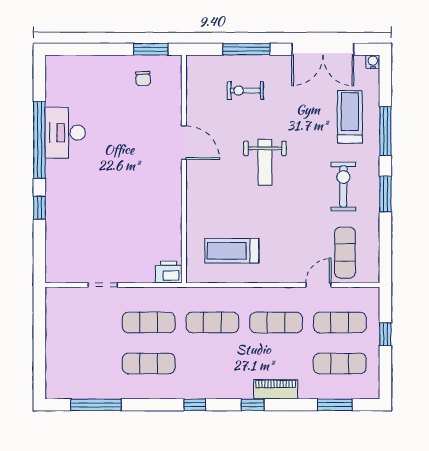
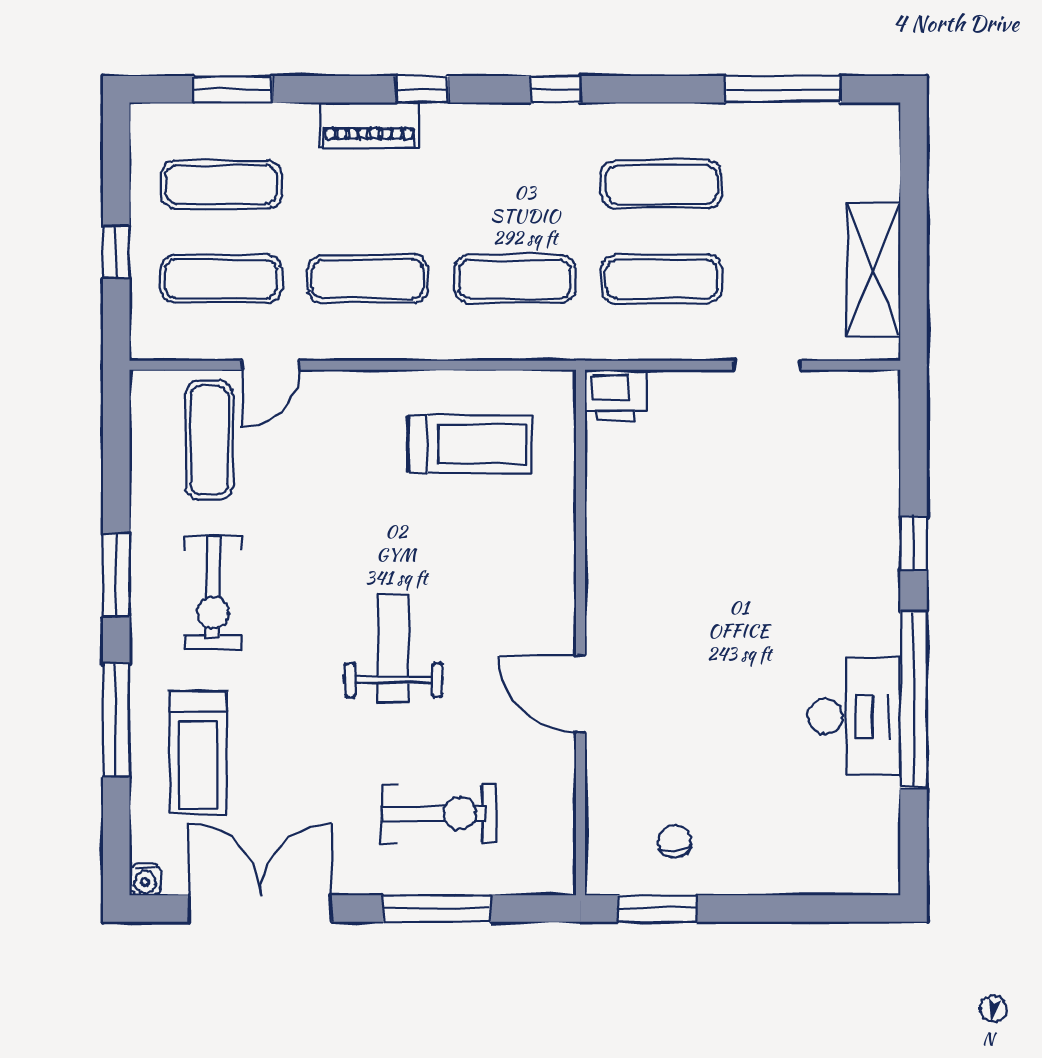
exercise bike: (245, 91) -> (439, 813), width x1.38, depth x1.39
shelving: (57, 326) -> (874, 270), added

